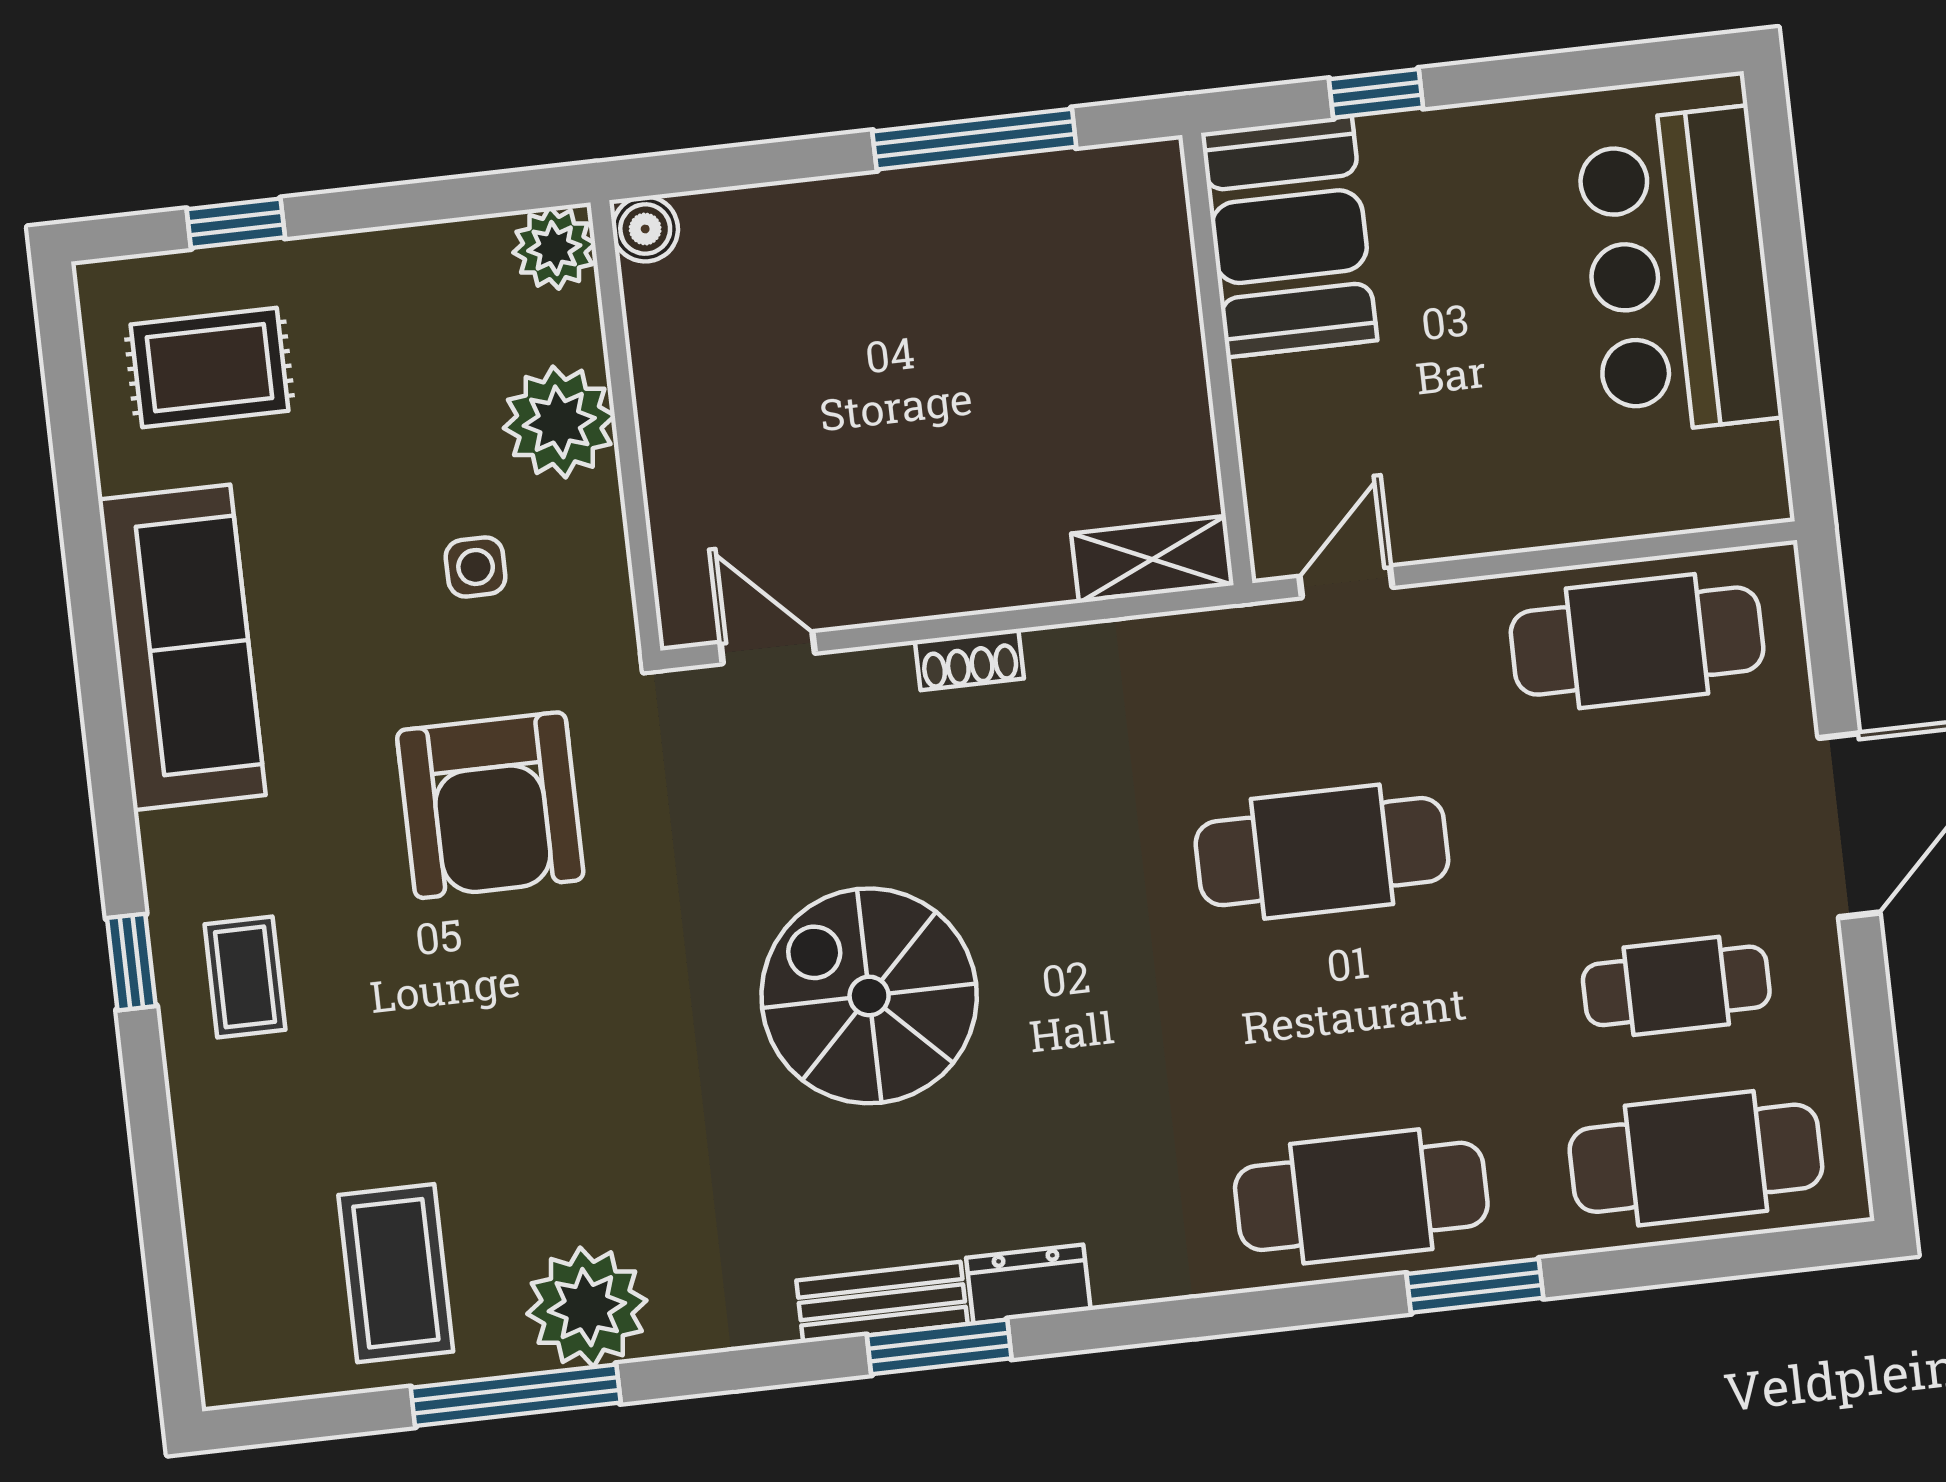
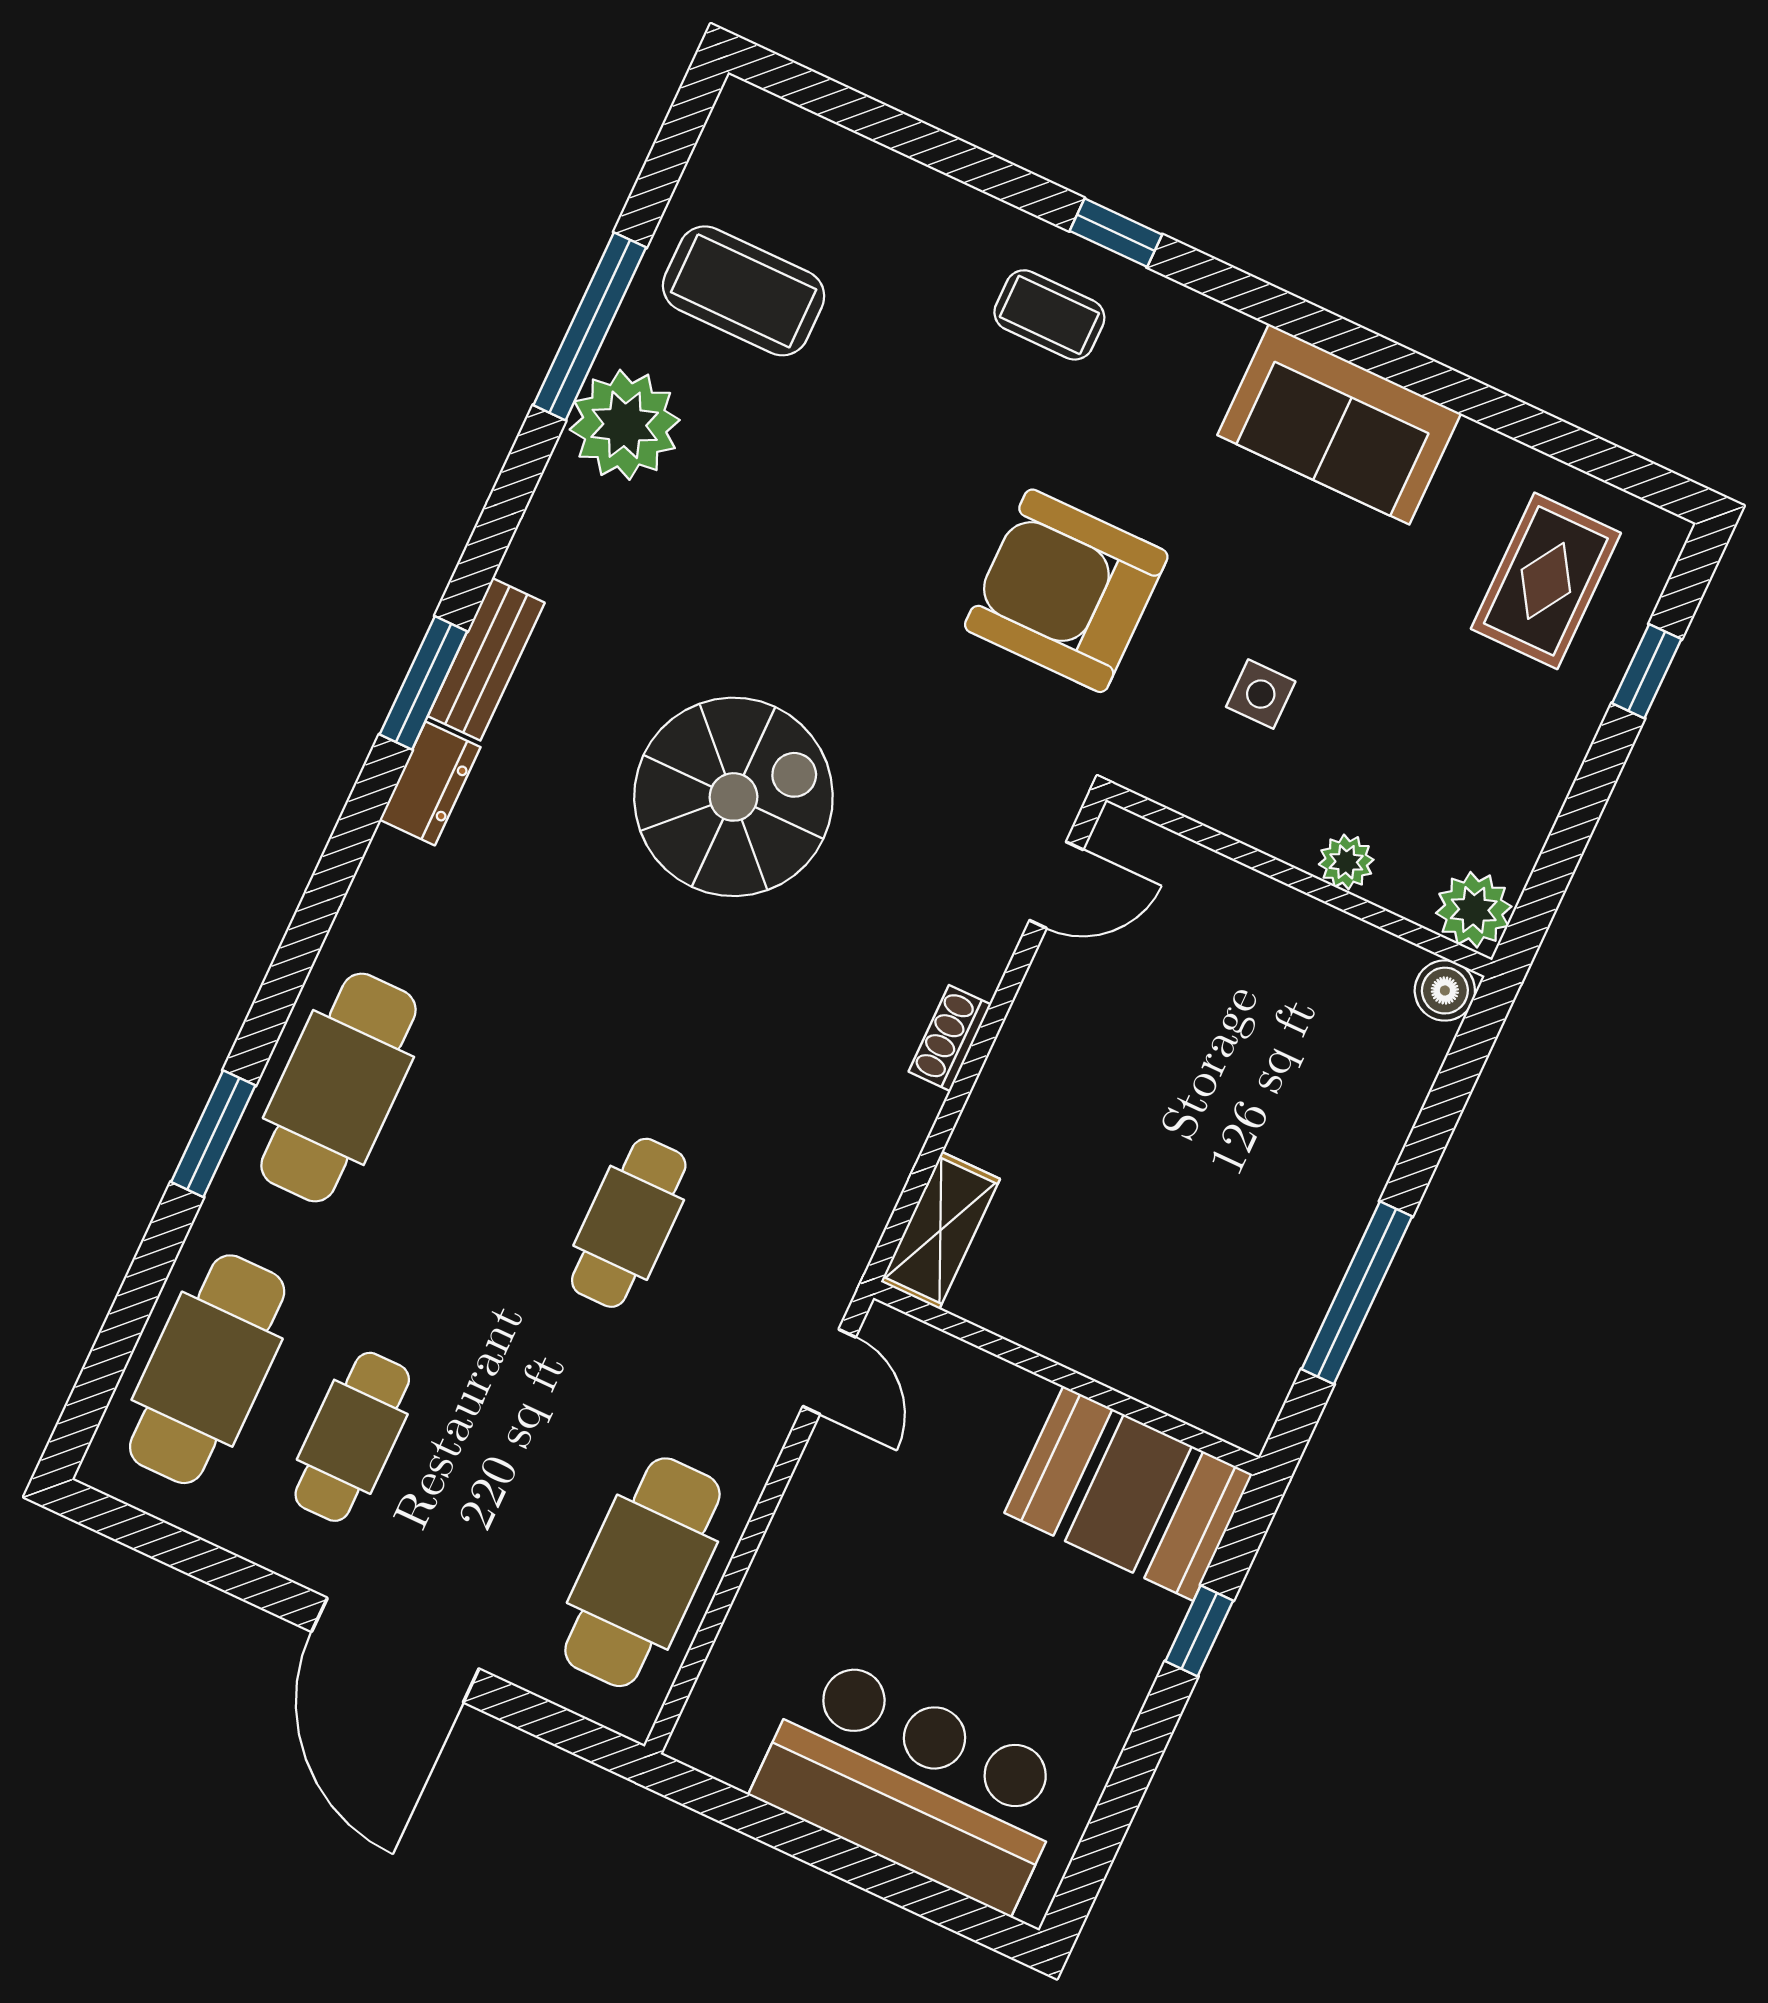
plant: (559, 422) -> (1346, 862), width x0.53, depth x0.53
sofa: (182, 647) -> (1339, 424), width x0.73
cafe table: (1322, 852) -> (629, 1223), width x0.73, depth x0.74

